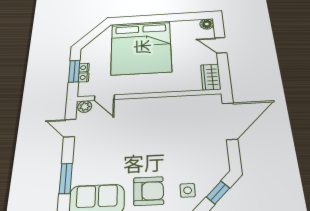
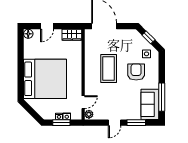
door: (70, 128) -> (115, 123), moved
coffee table: (159, 131) -> (109, 68), added
armchair: (148, 191) -> (136, 72), moved

